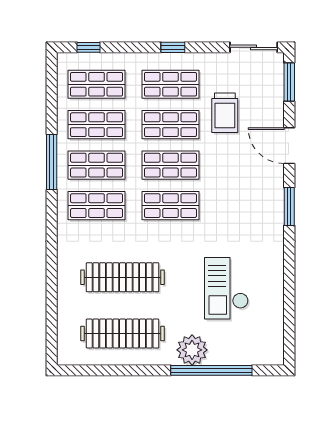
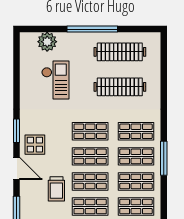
trolley: (225, 113) -> (56, 189), turned 180
display table: (259, 184) -> (35, 145), added
plant: (192, 350) -> (47, 42), moved
window: (211, 370) -> (92, 29), moved

